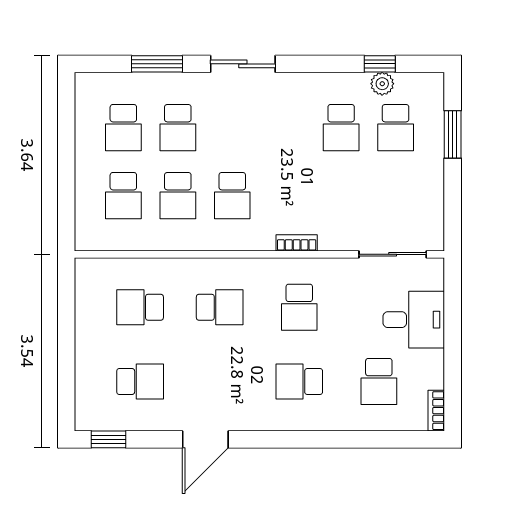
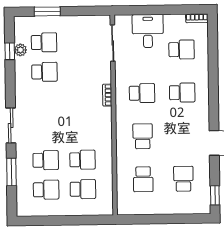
school desk: (232, 196) -> (82, 130), removed
school desk: (299, 382) -> (182, 93), turned -90

